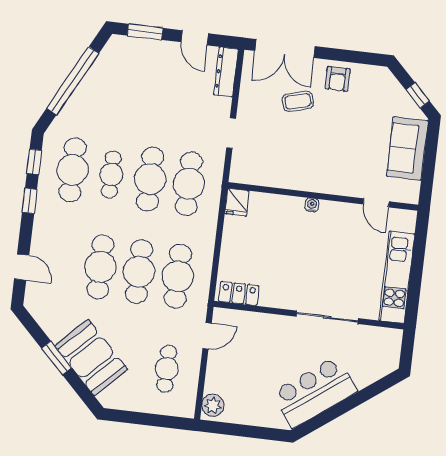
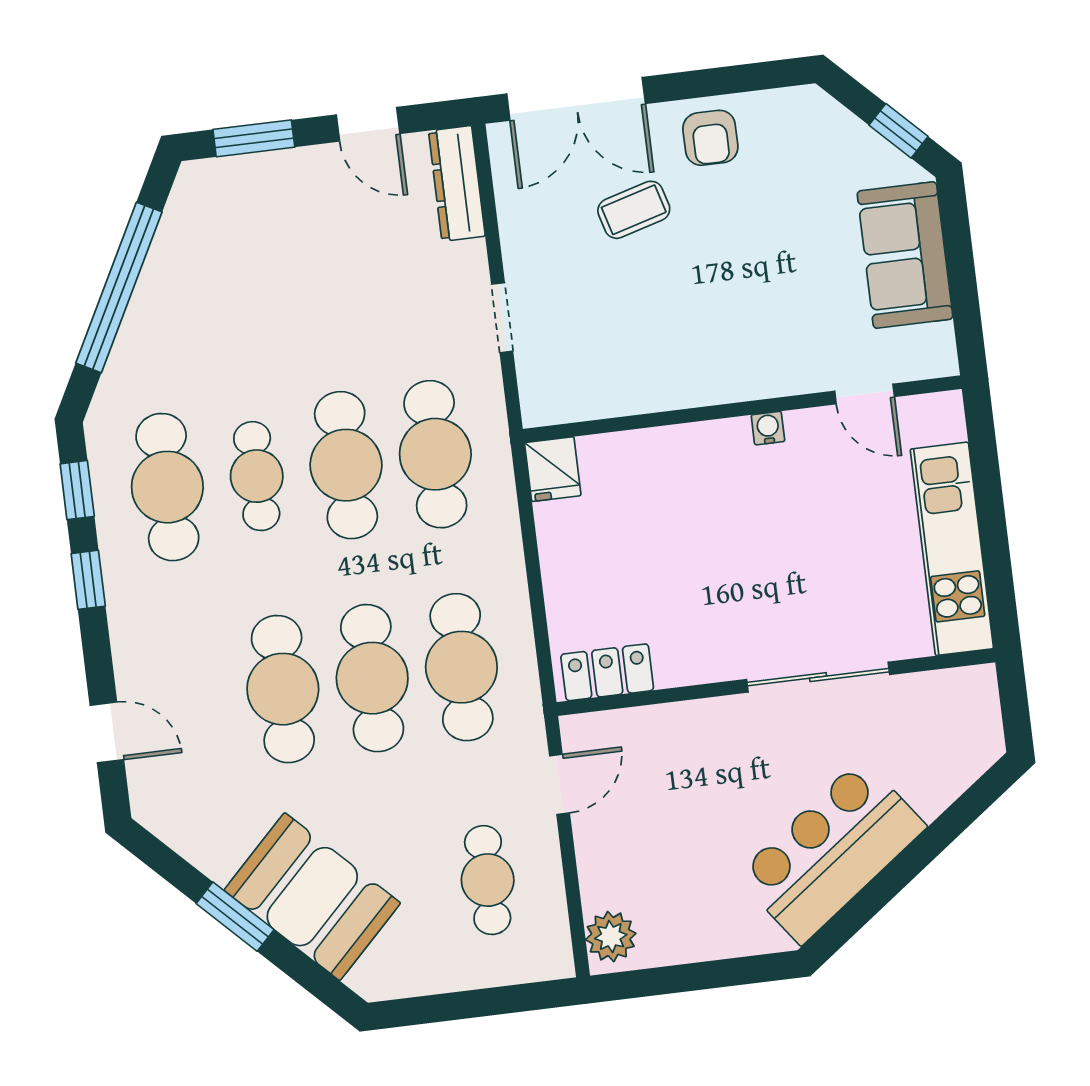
water cooler: (312, 205) -> (768, 428), moved

